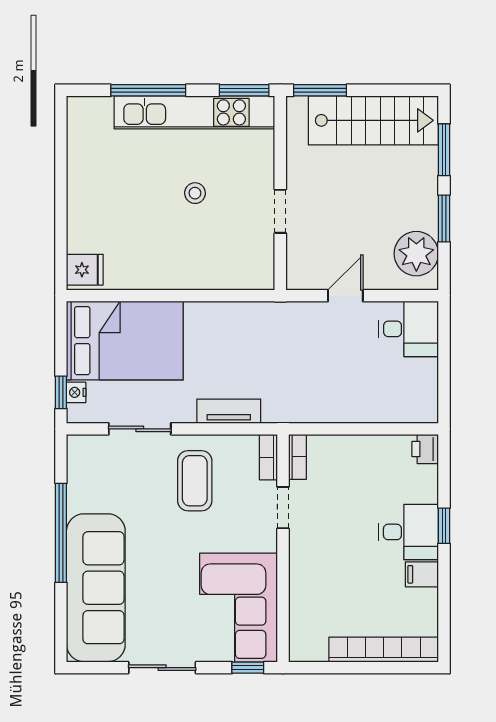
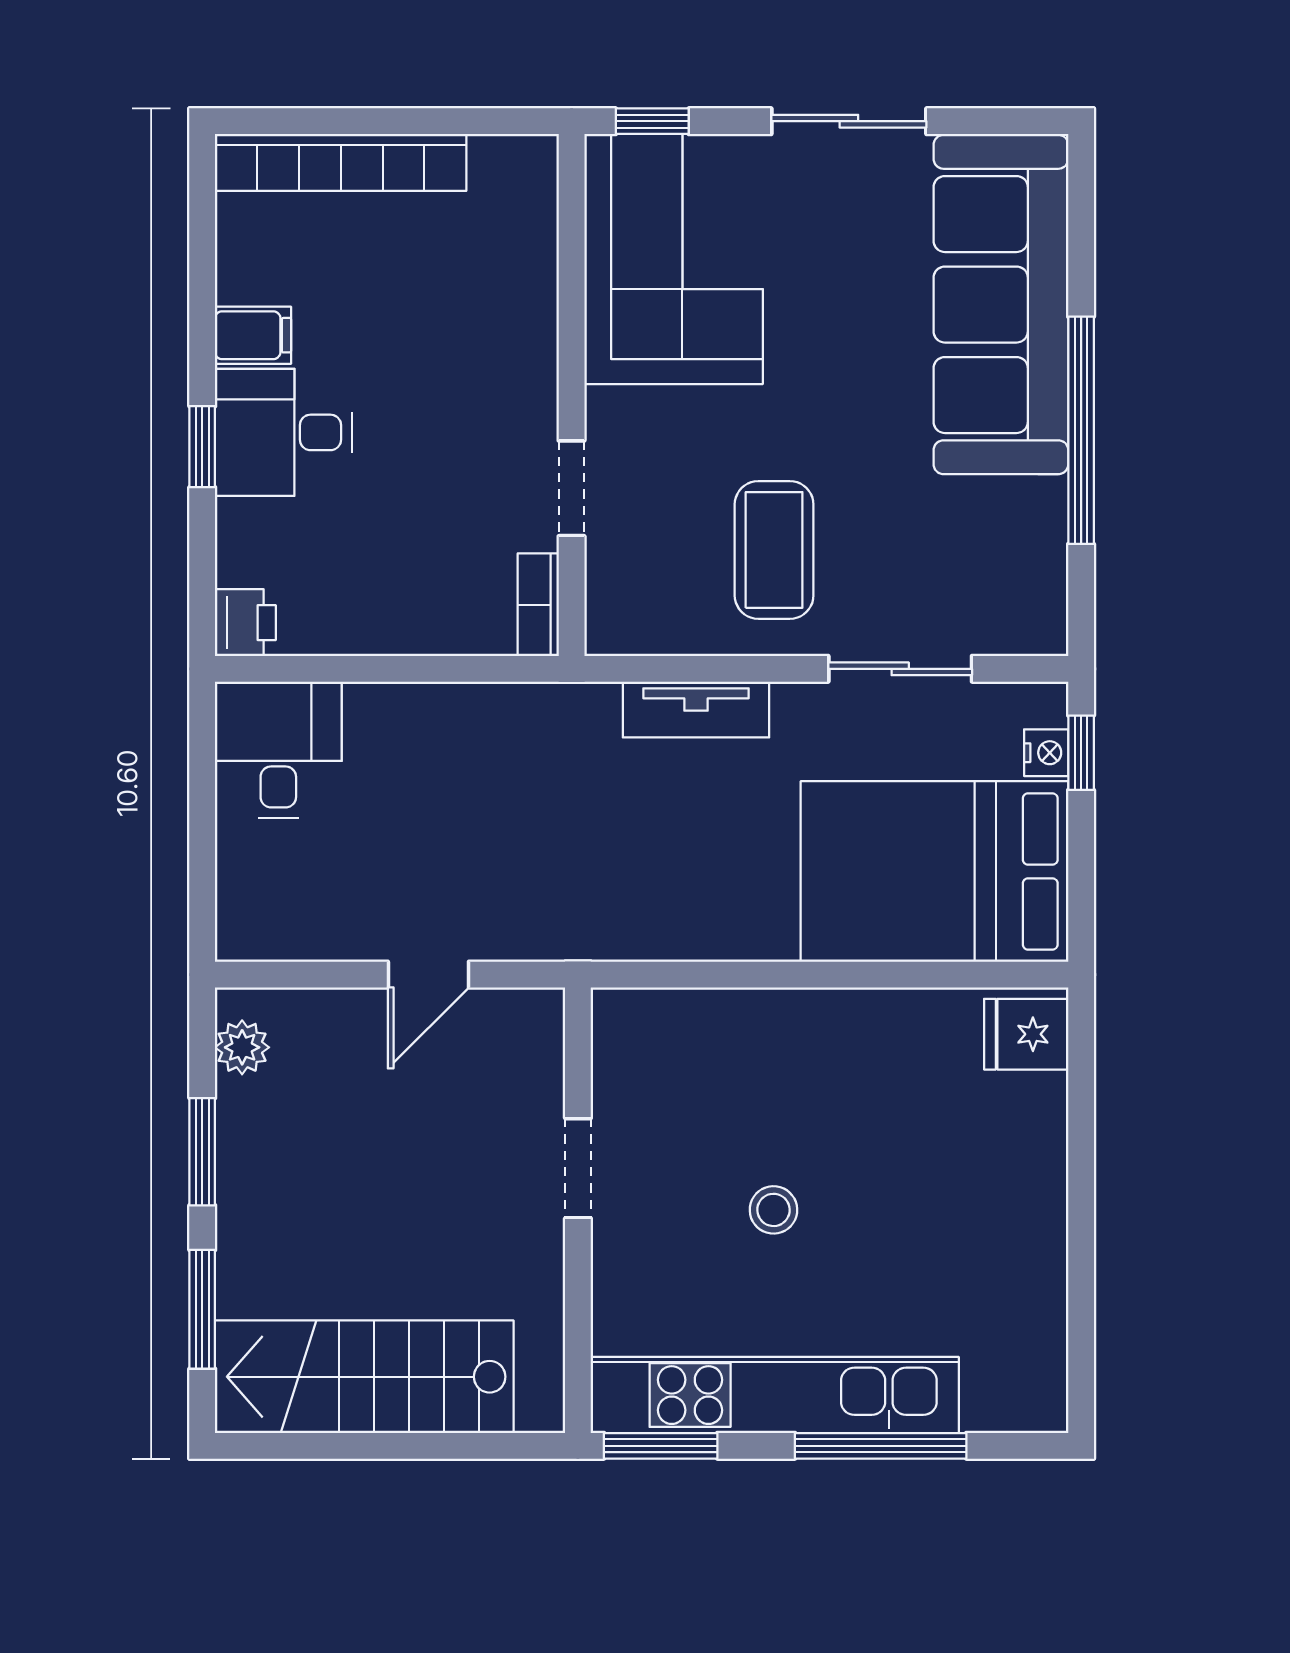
window: (320, 90) -> (487, 1446), removed
plant: (416, 254) -> (242, 1047), width x0.53, depth x0.53
desk: (409, 329) -> (278, 750), moved, turned 90
bookcase: (268, 457) -> (605, 604), removed

